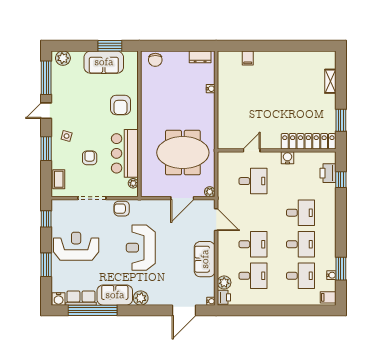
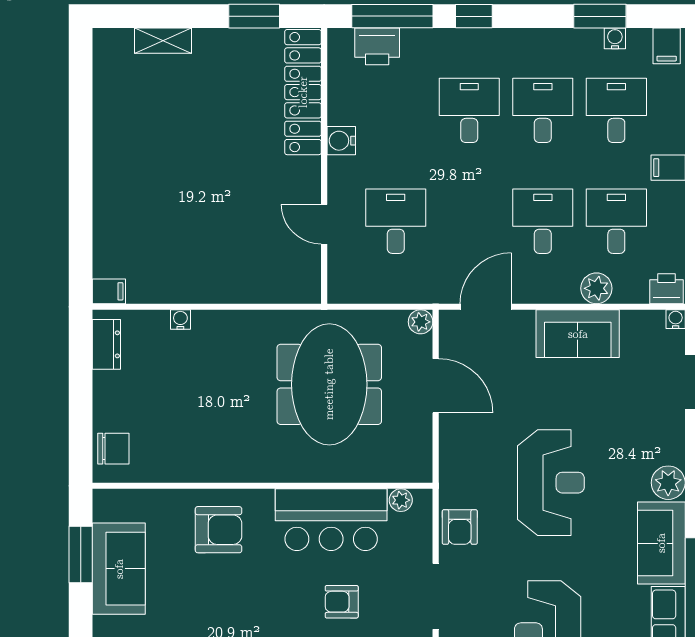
filing cabinet: (248, 58) -> (109, 291), moved
window: (341, 180) -> (392, 16), width x2.17
window: (341, 215) -> (474, 16), added
reception desk: (141, 248) -> (551, 483), turned -90
plant: (224, 282) -> (596, 288), moved
filing cabinet: (276, 298) -> (668, 168), added

